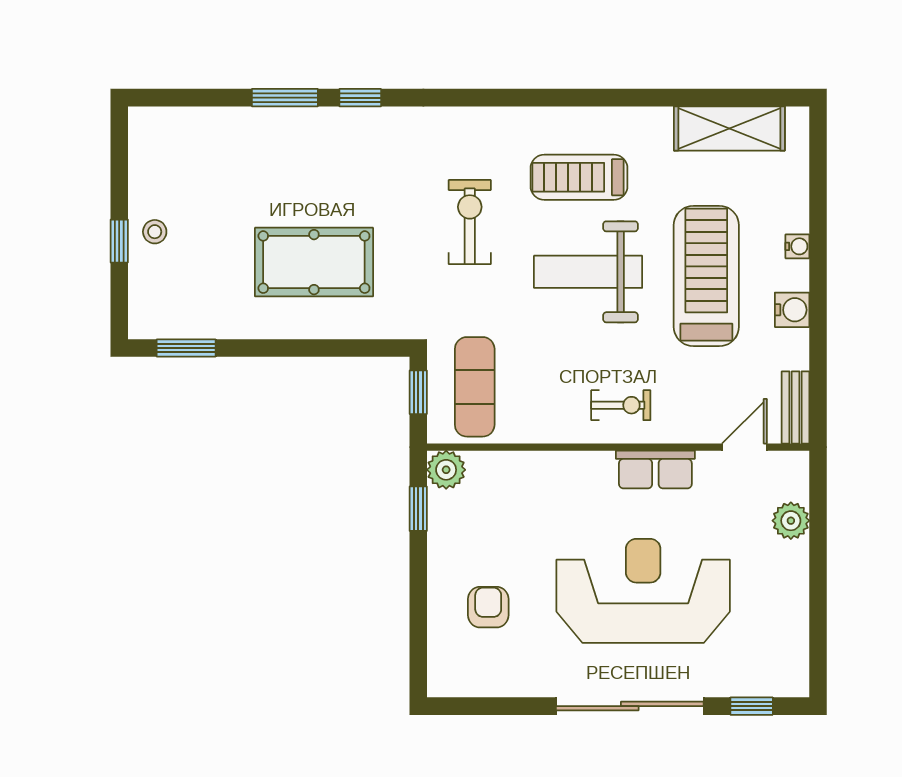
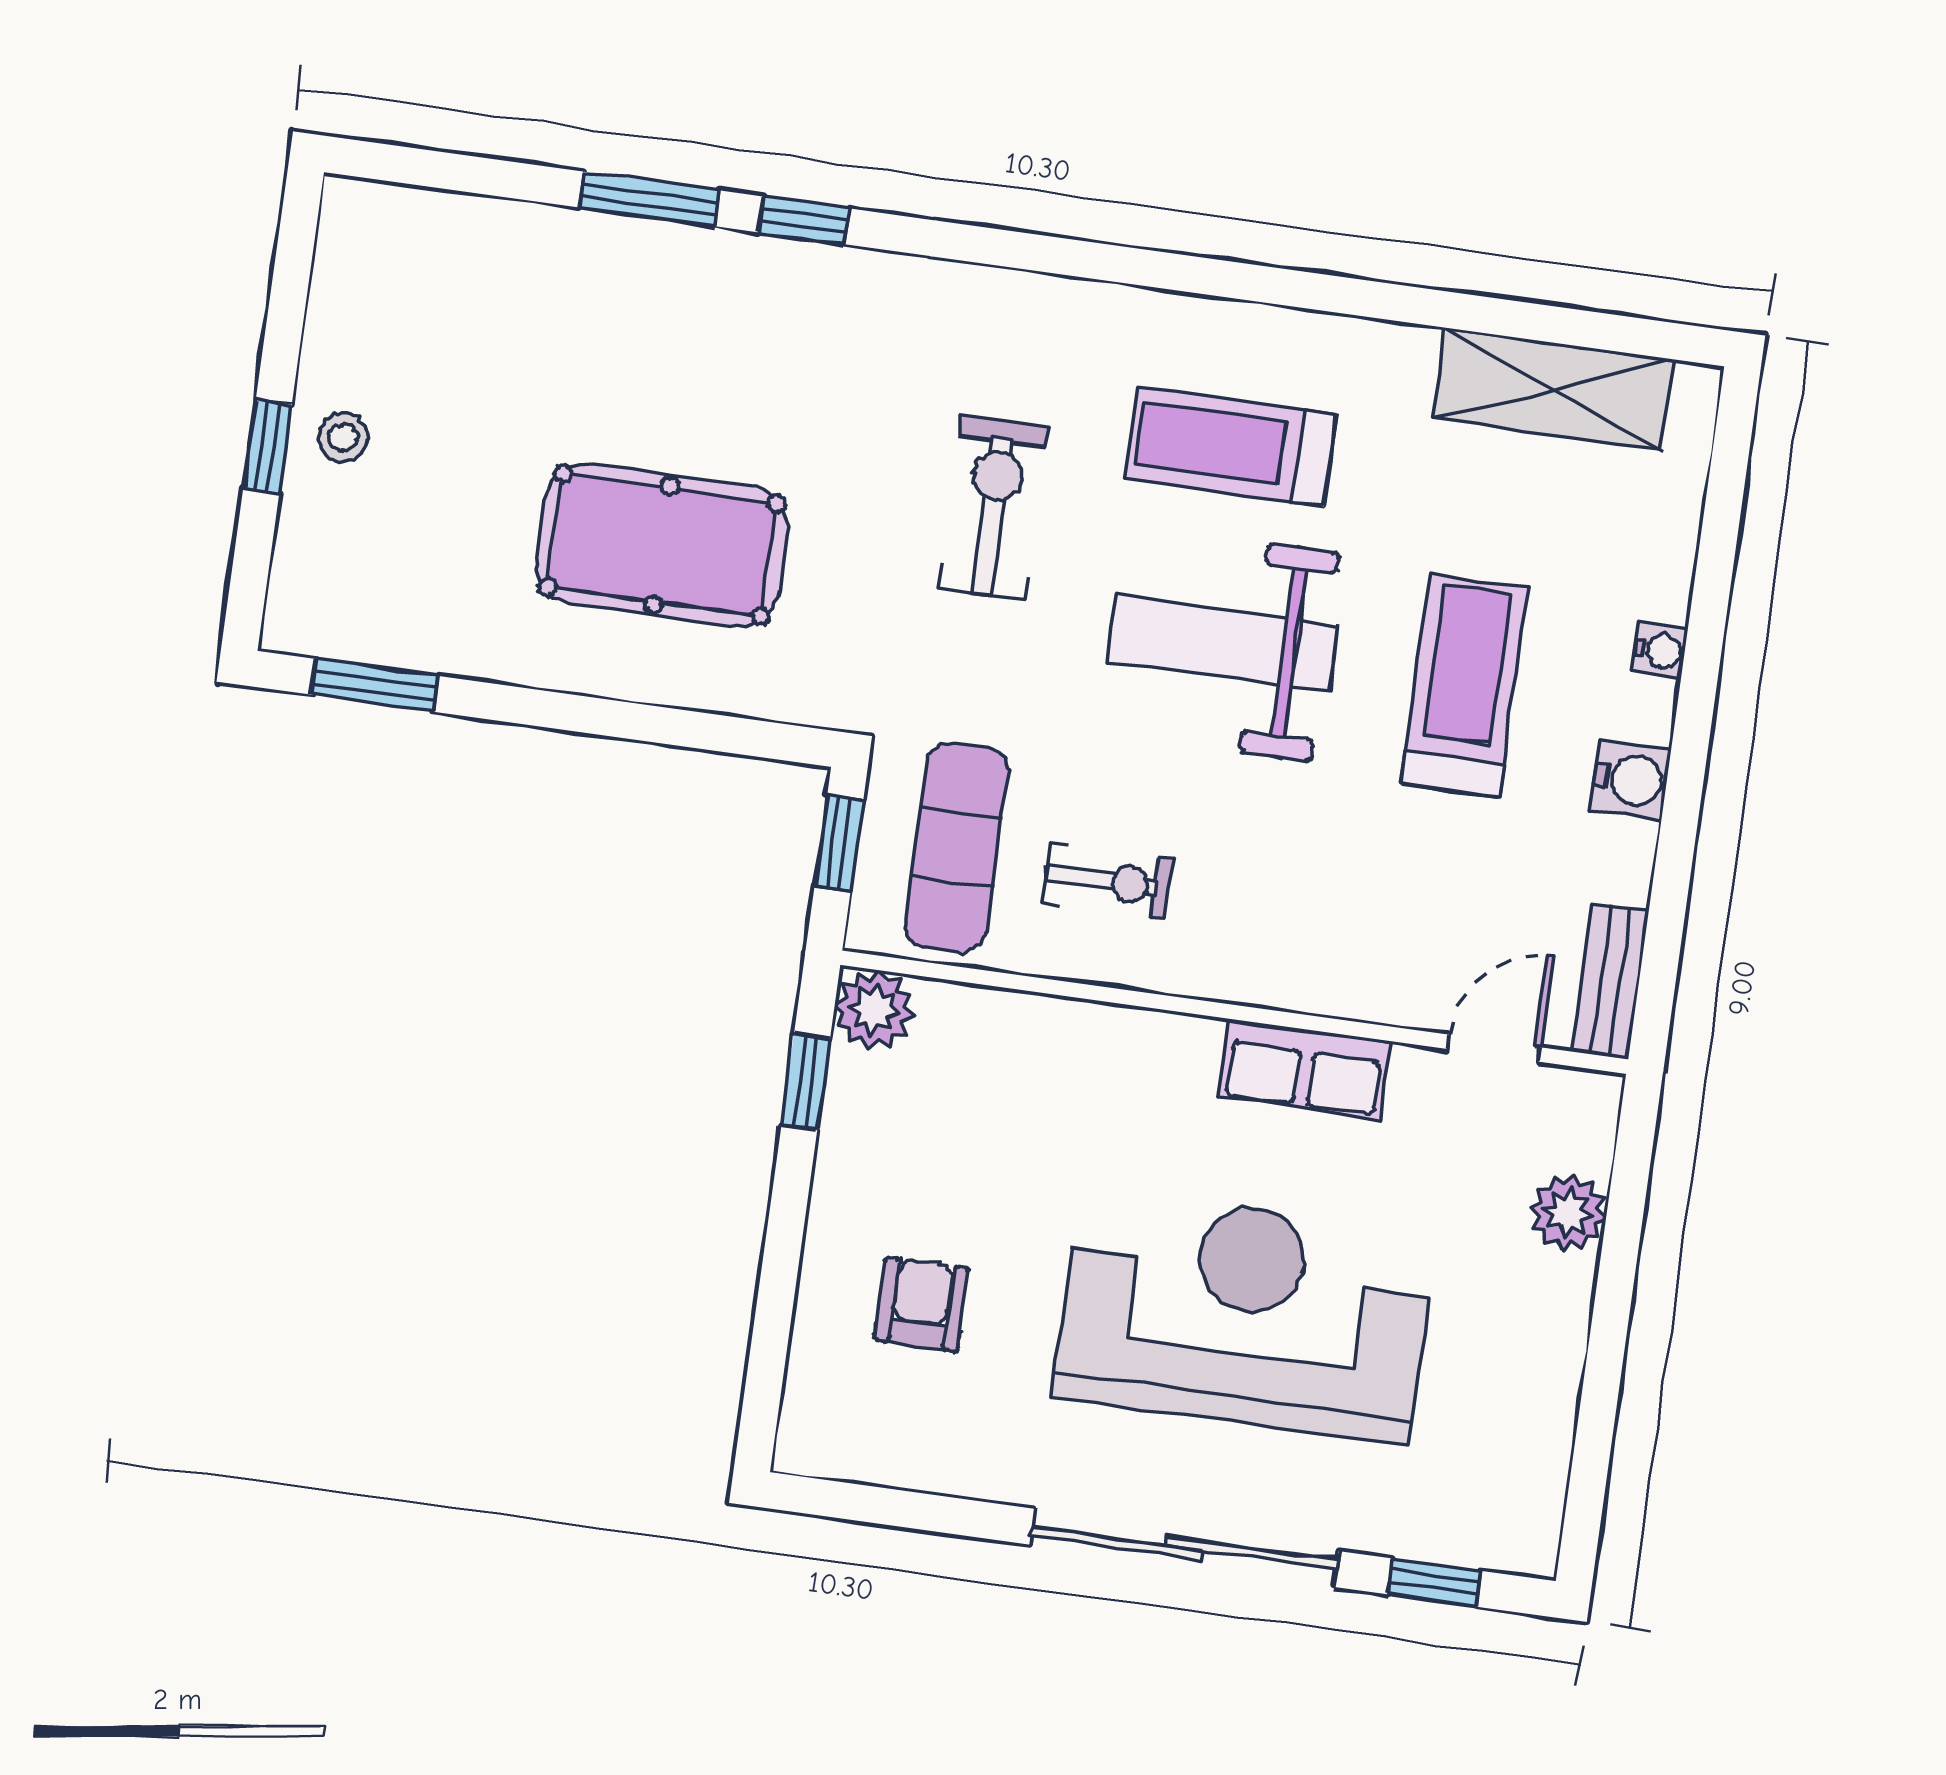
treadmill: (706, 276) -> (1464, 686), width x0.73, depth x0.73
exercise bike: (621, 405) -> (1108, 881), moved

